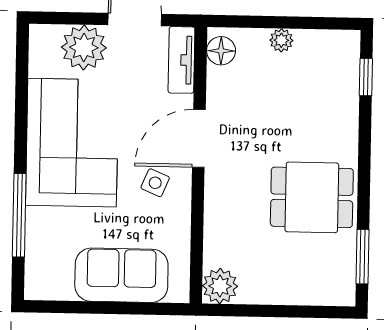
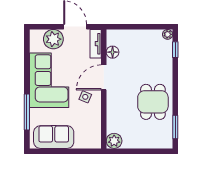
plant: (281, 40) -> (168, 34), moved
floor lamp: (221, 51) -> (113, 52), moved
dining table: (312, 197) -> (153, 102), turned 90
sofa: (121, 275) -> (54, 137), moved

